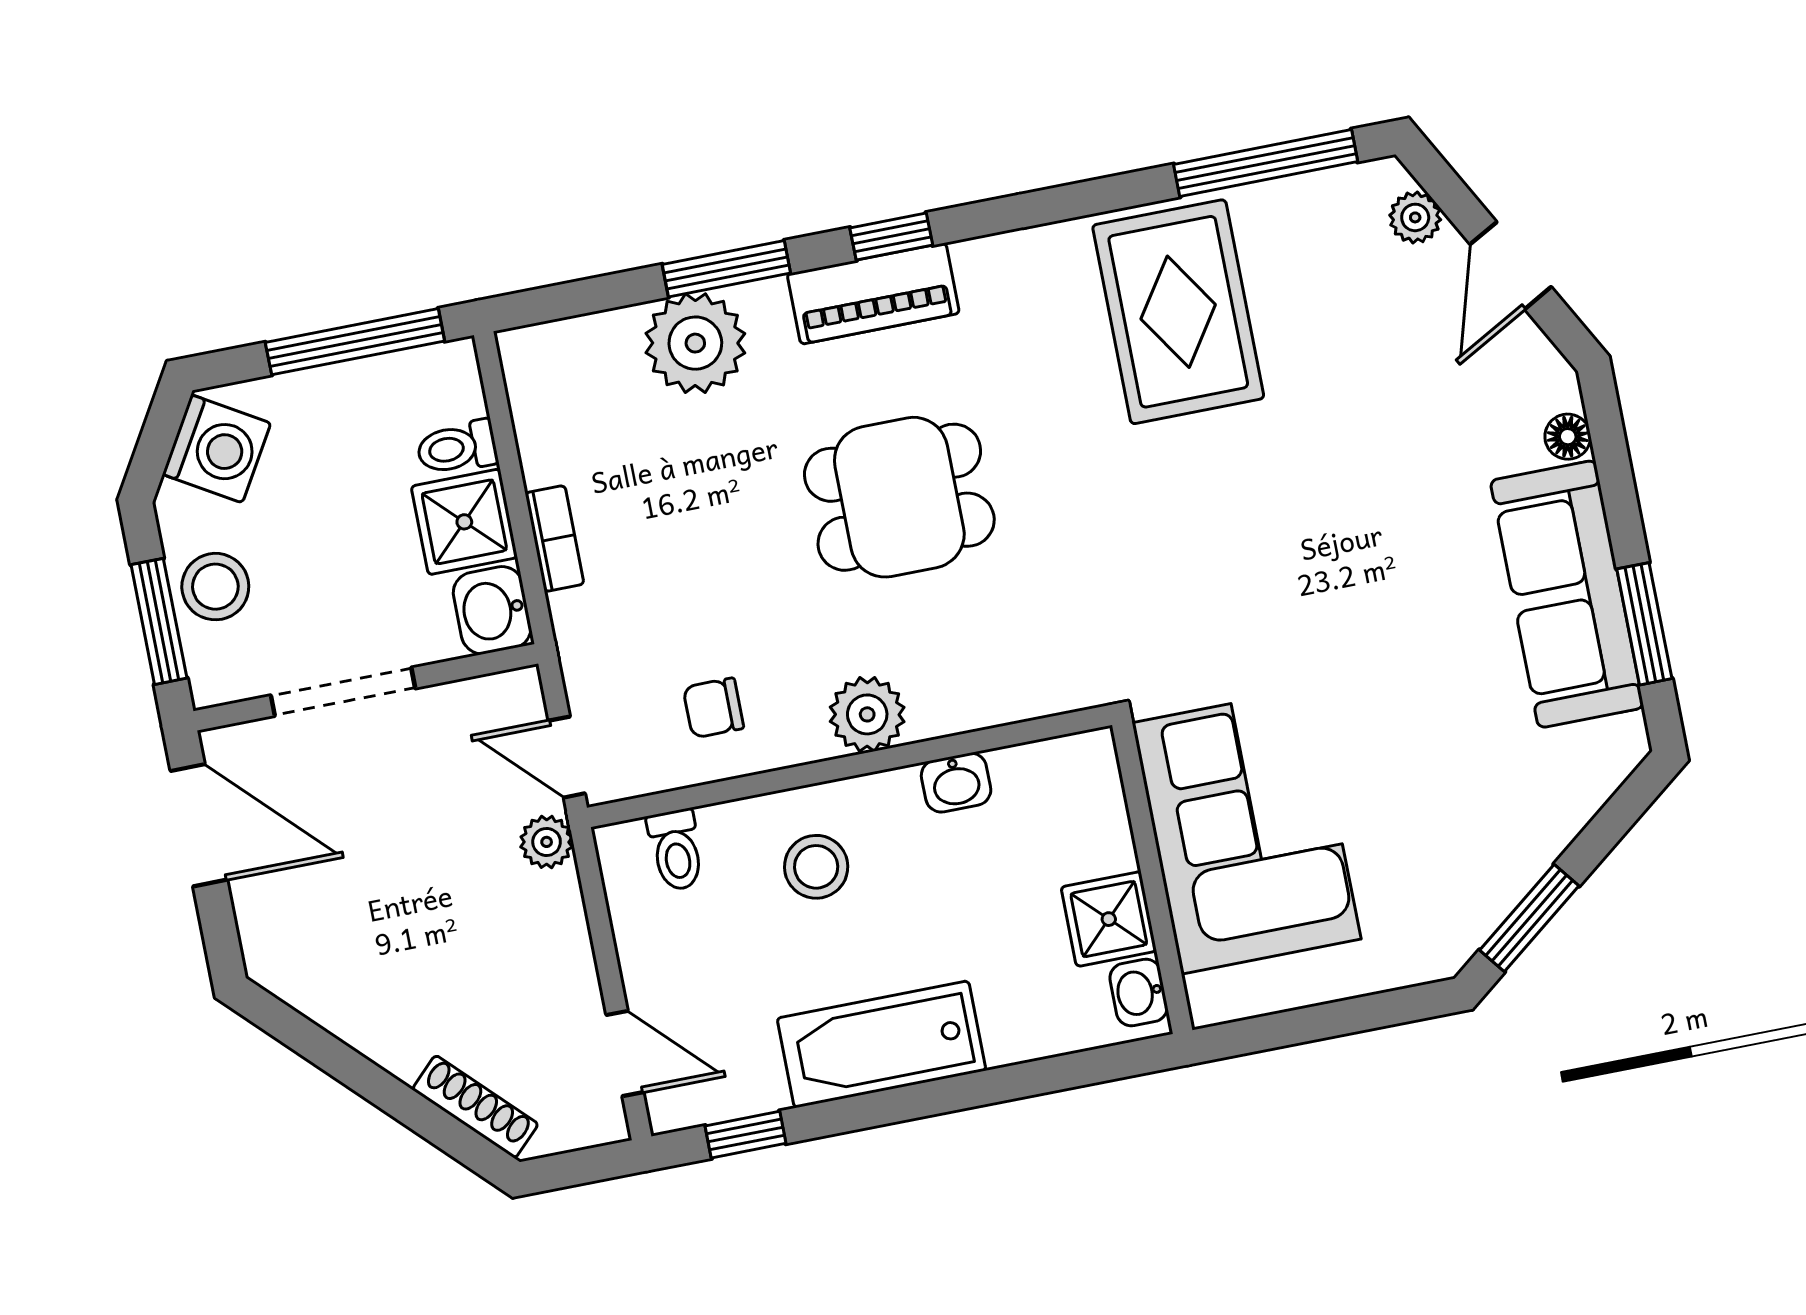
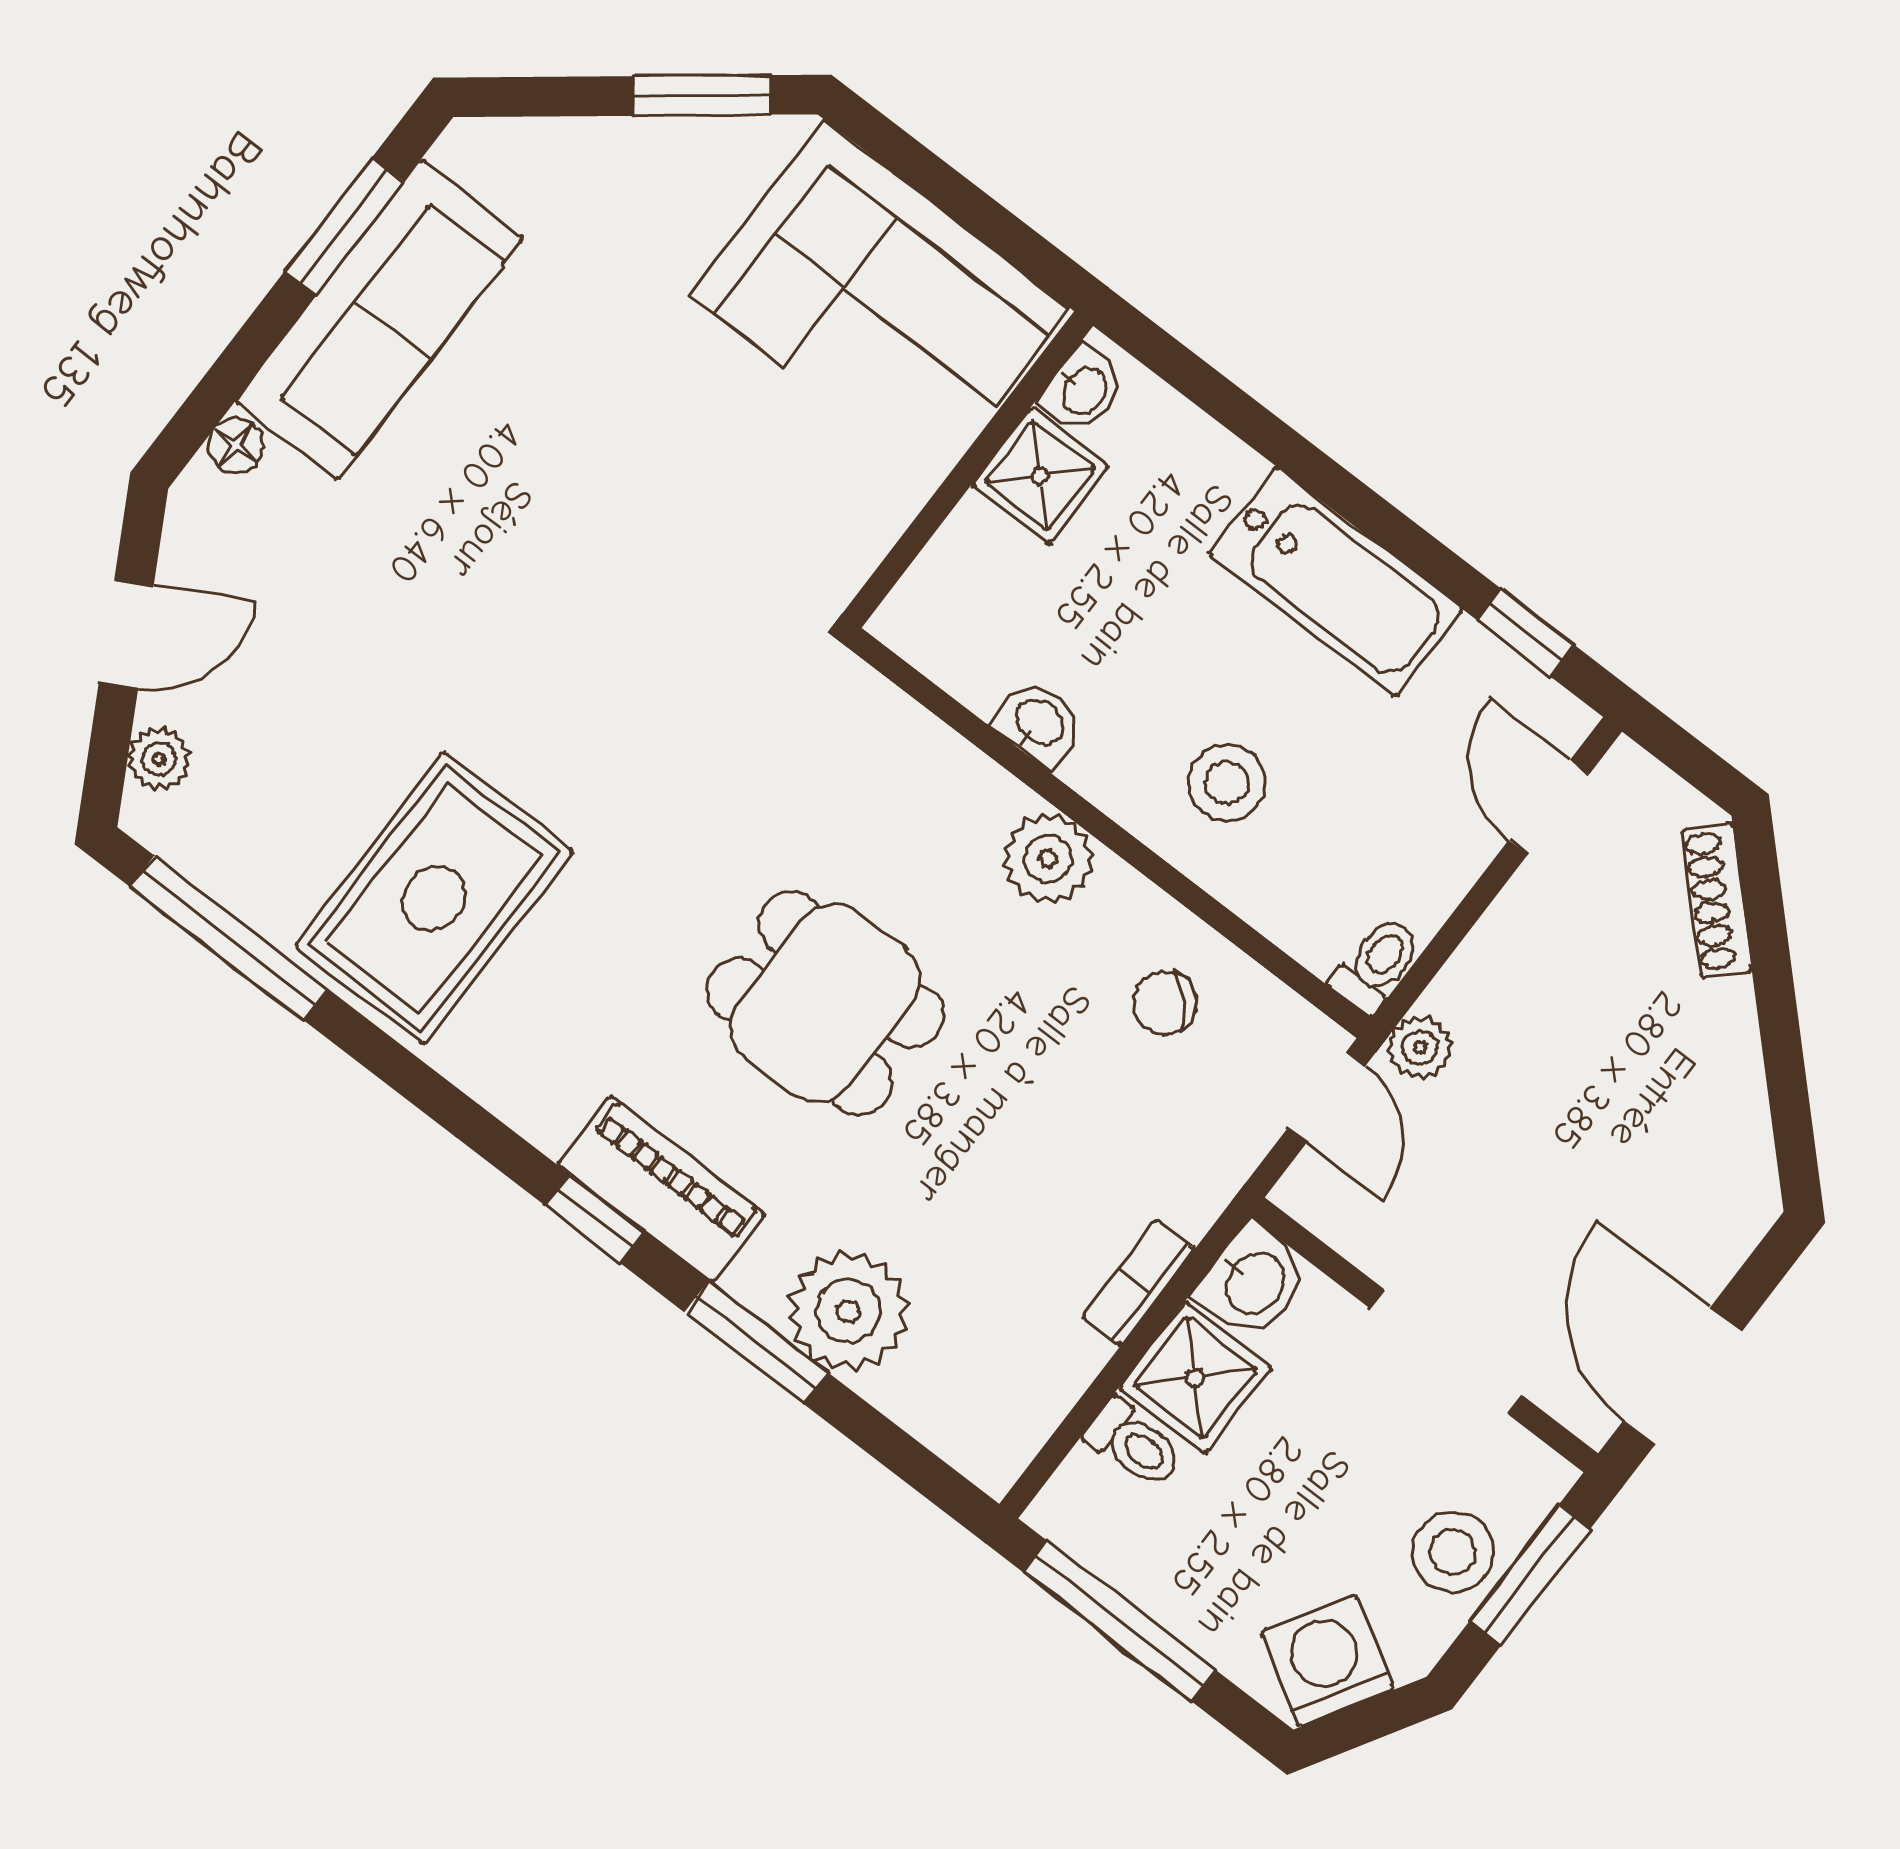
chair: (713, 708) -> (1165, 1003), turned 137
corner sofa: (1246, 831) -> (880, 301), moved, turned -90
toilet: (676, 850) -> (1377, 964), moved

